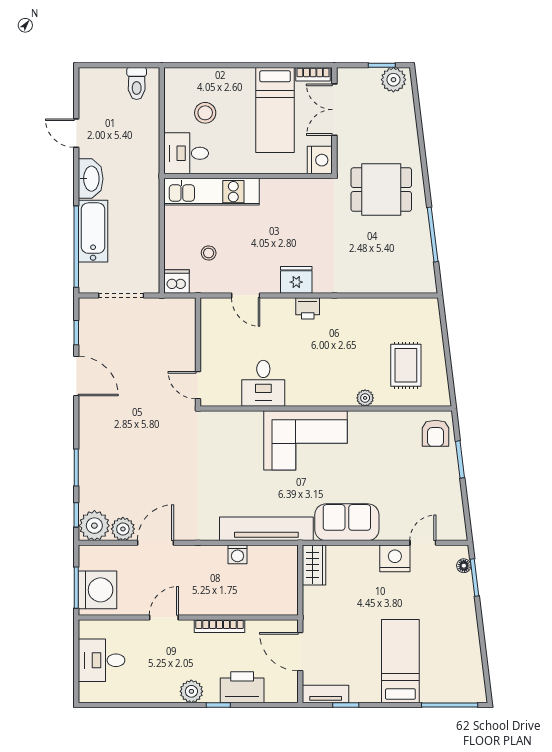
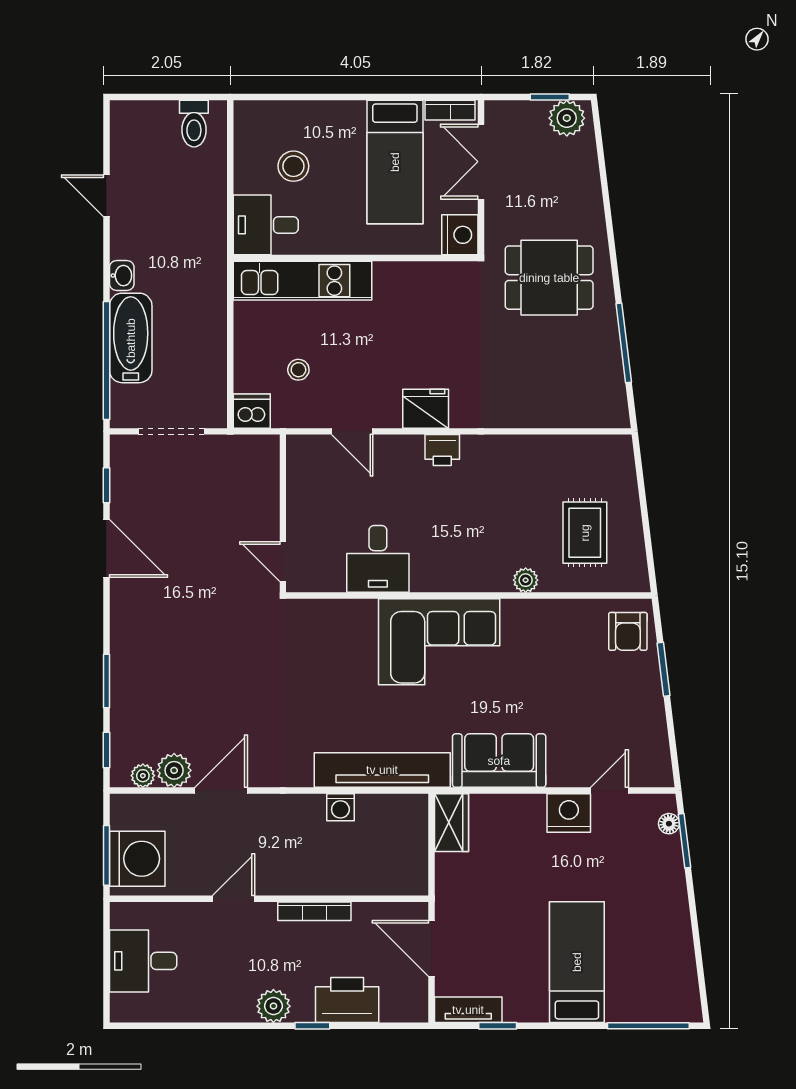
washbasin: (91, 179) -> (122, 276), width x0.52, depth x0.69
plant: (94, 526) -> (143, 776), width x0.53, depth x0.53

